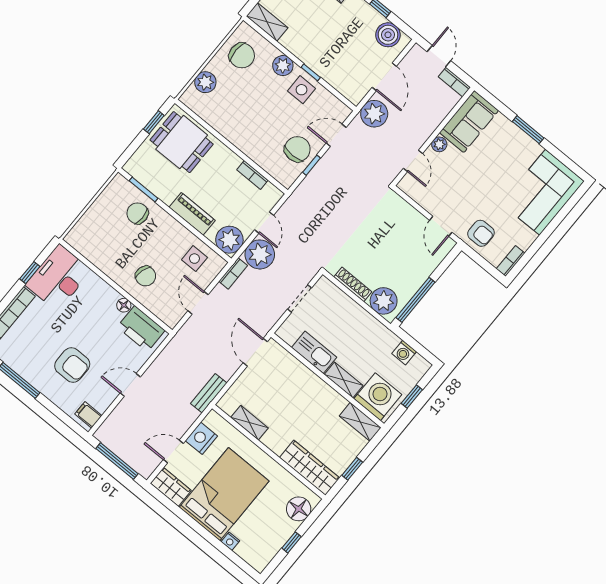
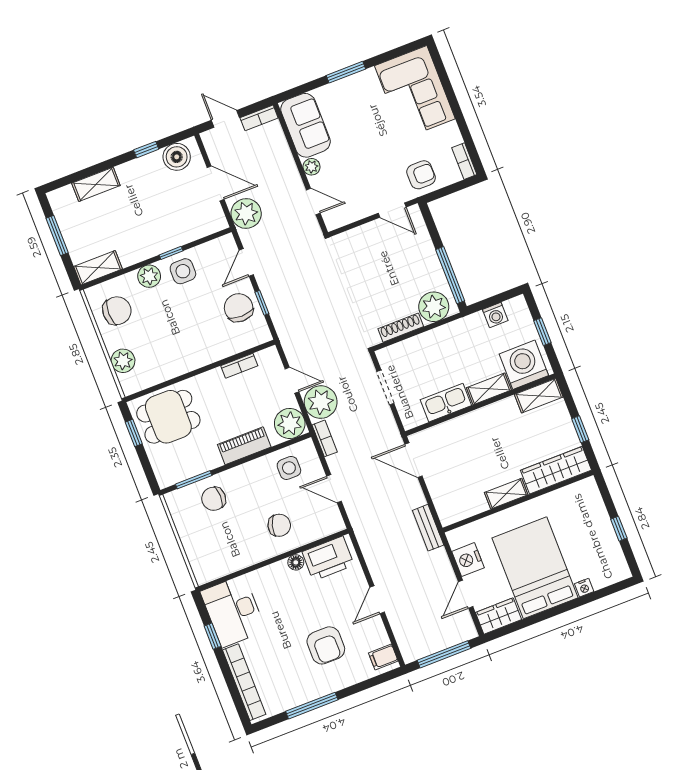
armchair: (72, 365) -> (326, 645), turned 90
shelving: (249, 423) -> (506, 494), moved
floor lamp: (299, 509) -> (590, 503), removed

